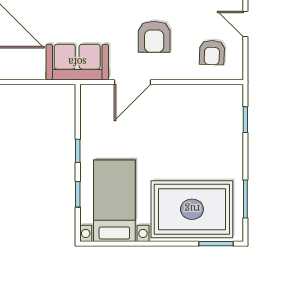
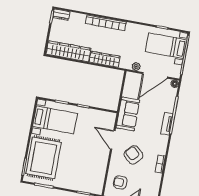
armchair: (154, 37) -> (134, 155), turned 42

